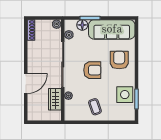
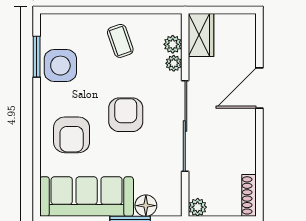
plant: (69, 35) -> (173, 44), moved
armchair: (92, 70) -> (126, 115), turned 90
wardrobe: (55, 99) -> (201, 35), moved

